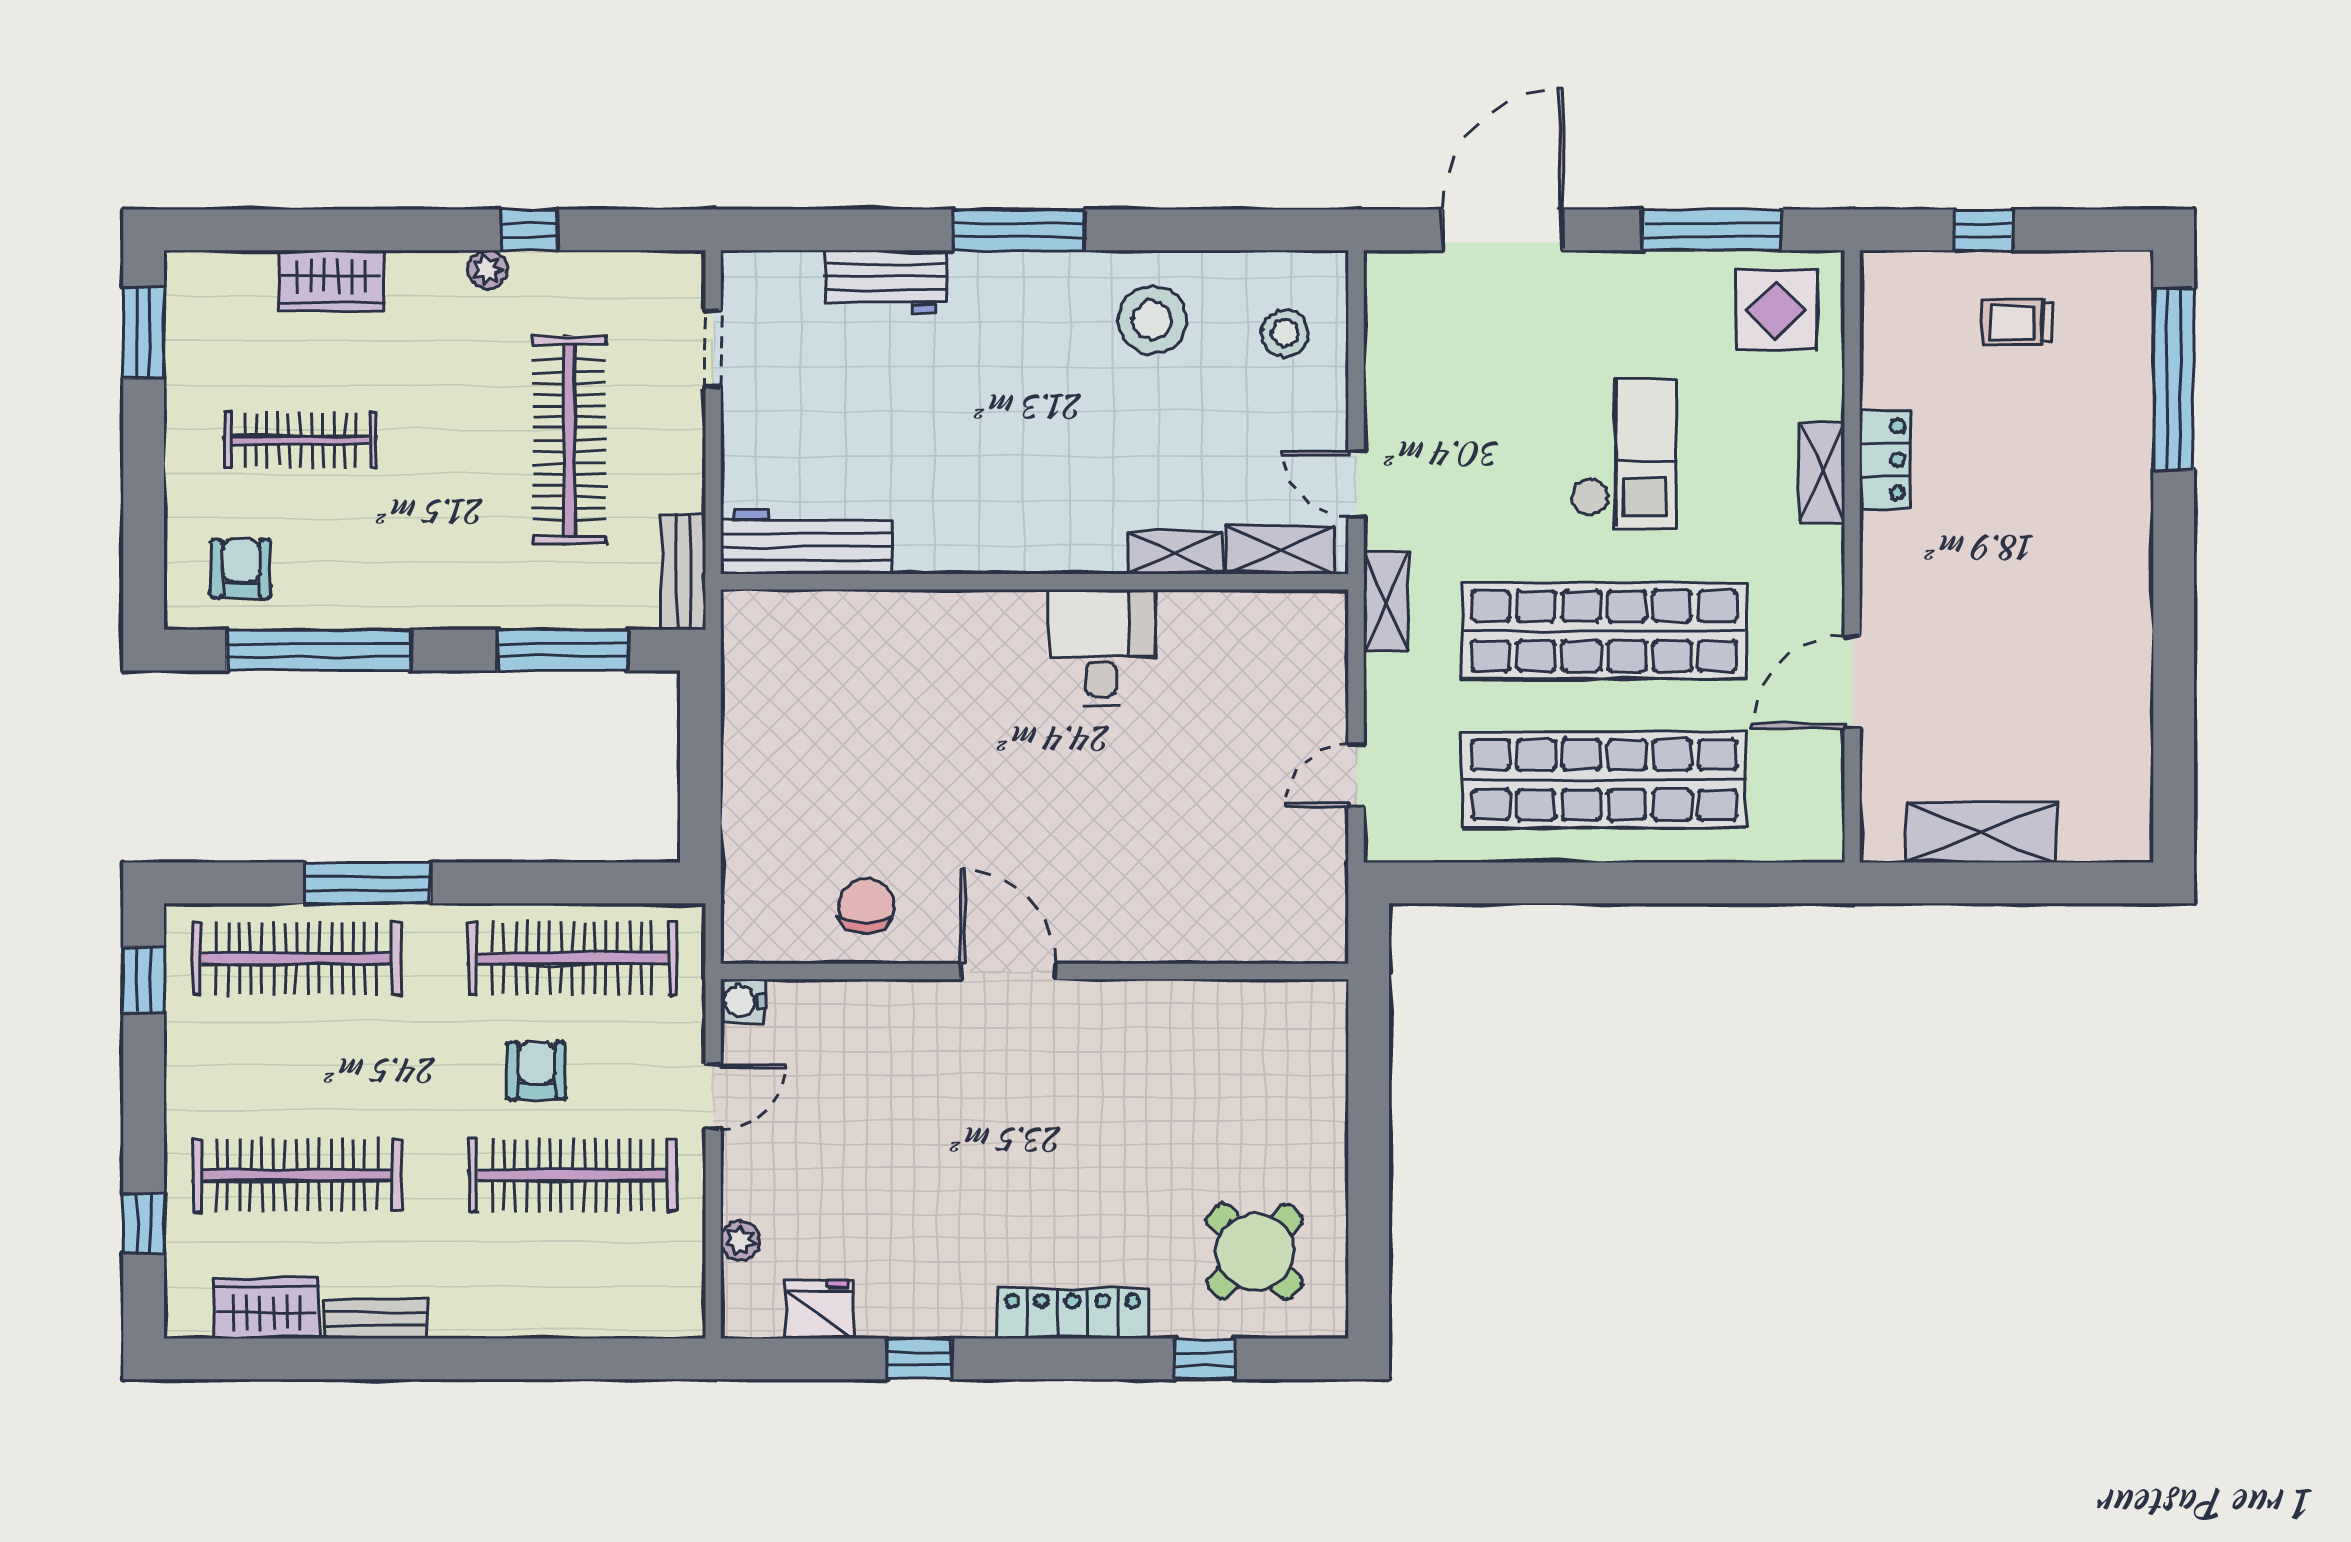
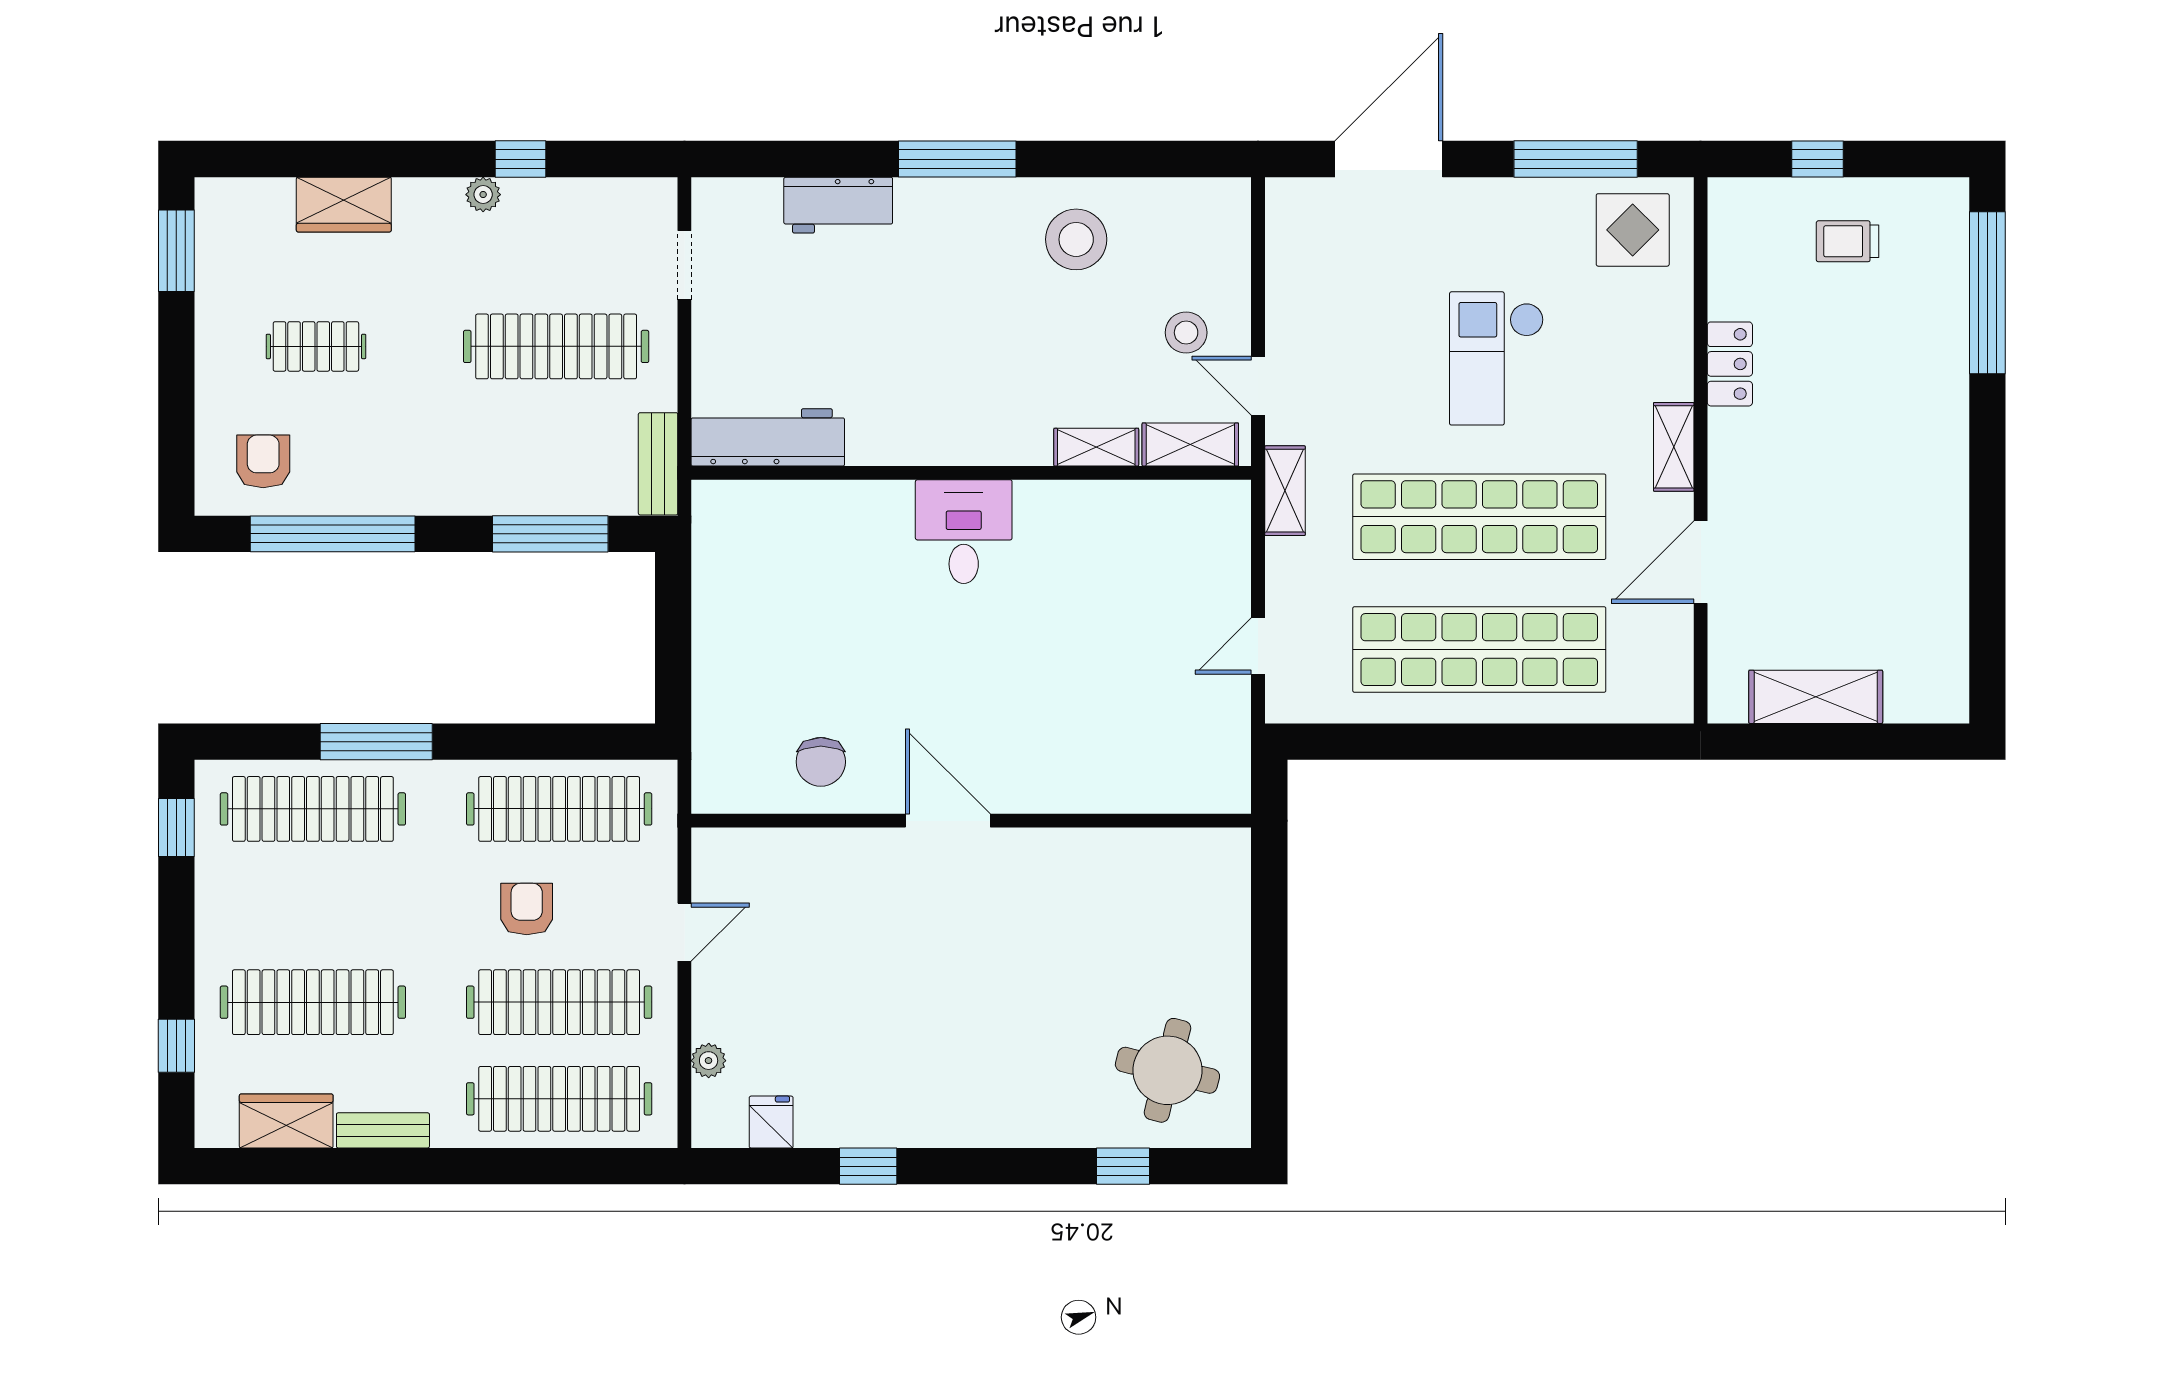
stool: (1285, 333) -> (1186, 333), moved
clothes rail: (300, 440) -> (316, 346), width x0.73
clothes rail: (569, 440) -> (556, 346), turned 90
checkout: (1623, 453) -> (1497, 358), turned 180
shelving: (1822, 472) -> (1674, 447), moved
desk: (1101, 648) -> (964, 532), moved
chair: (866, 906) -> (821, 762), turned 180
water cooler: (743, 1001) -> (711, 847), removed
round table: (1255, 1251) -> (1167, 1070), turned -31
clothes rail: (573, 1283) -> (559, 1099), added
fridge: (820, 1309) -> (771, 1122), width x0.72
locker: (1072, 1314) -> (1005, 1126), removed

